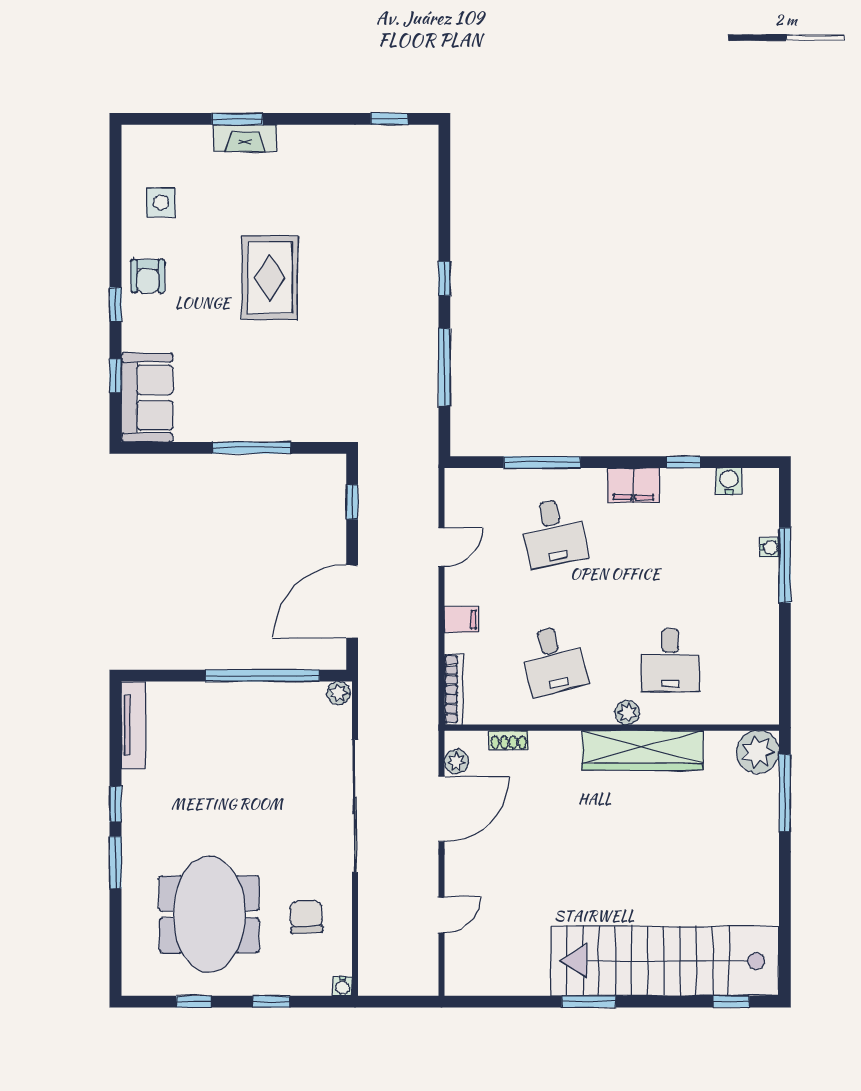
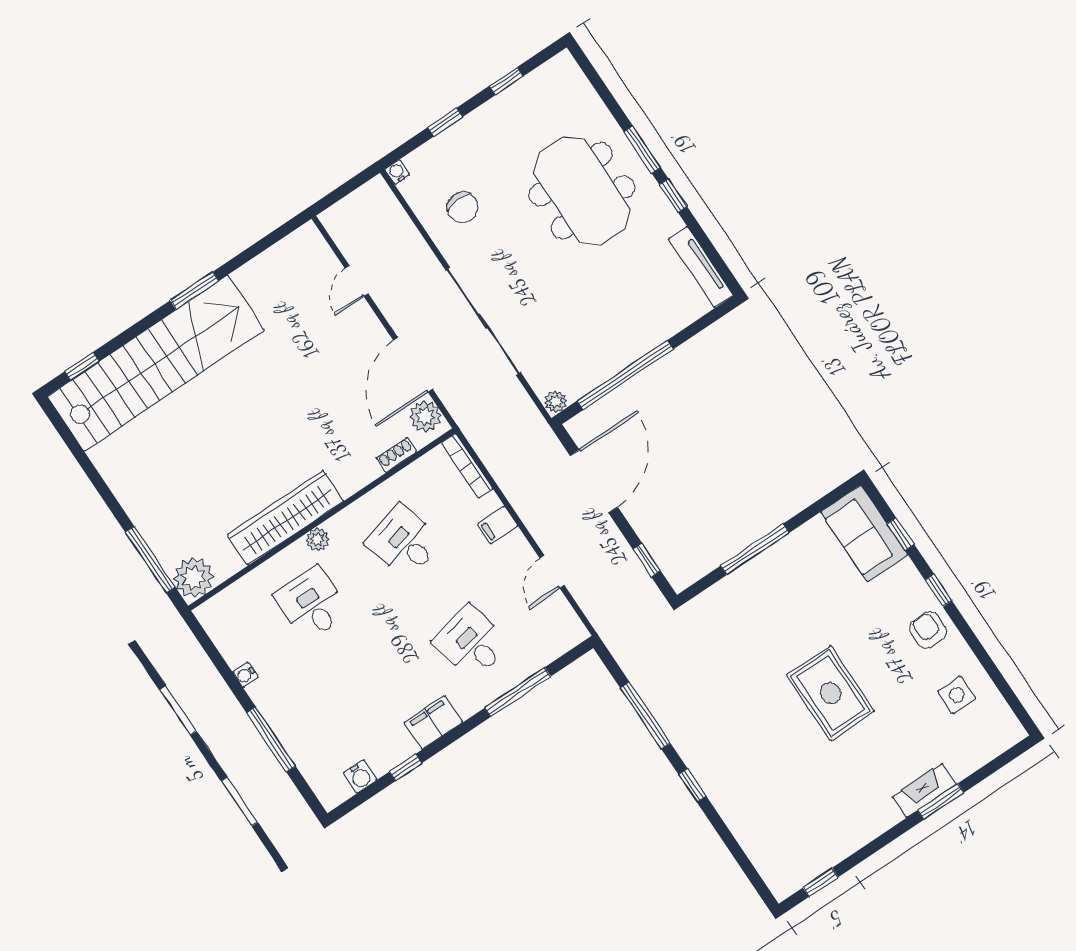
water cooler: (769, 547) -> (245, 675), moved
plant: (457, 762) -> (425, 416), width x1.38, depth x1.38
meeting table: (209, 914) -> (582, 191), moved

